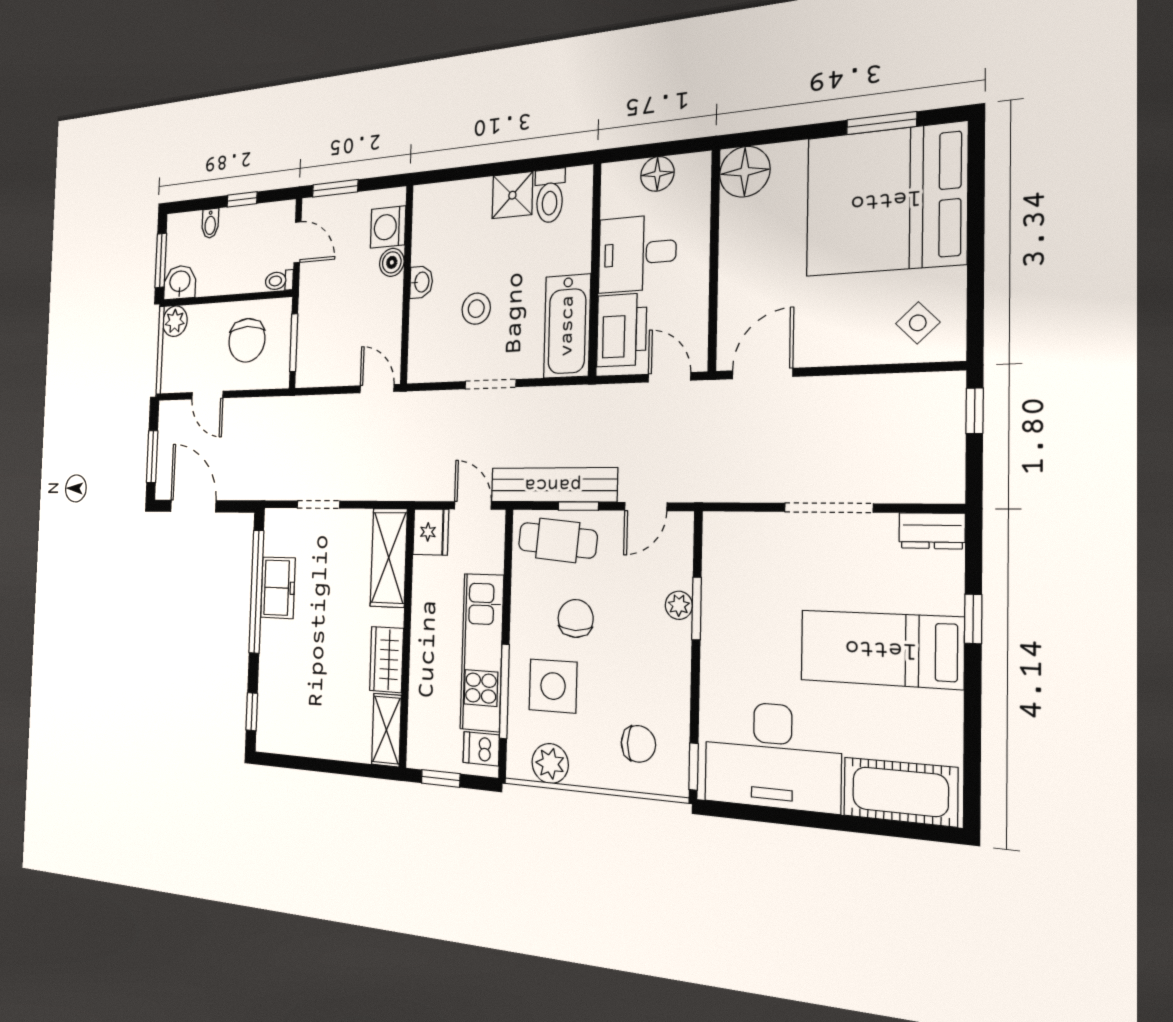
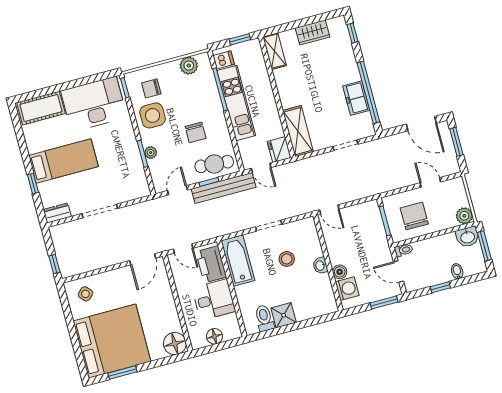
wardrobe: (386, 659) -> (313, 32), moved, turned 90
side table: (553, 686) -> (153, 115), moved

